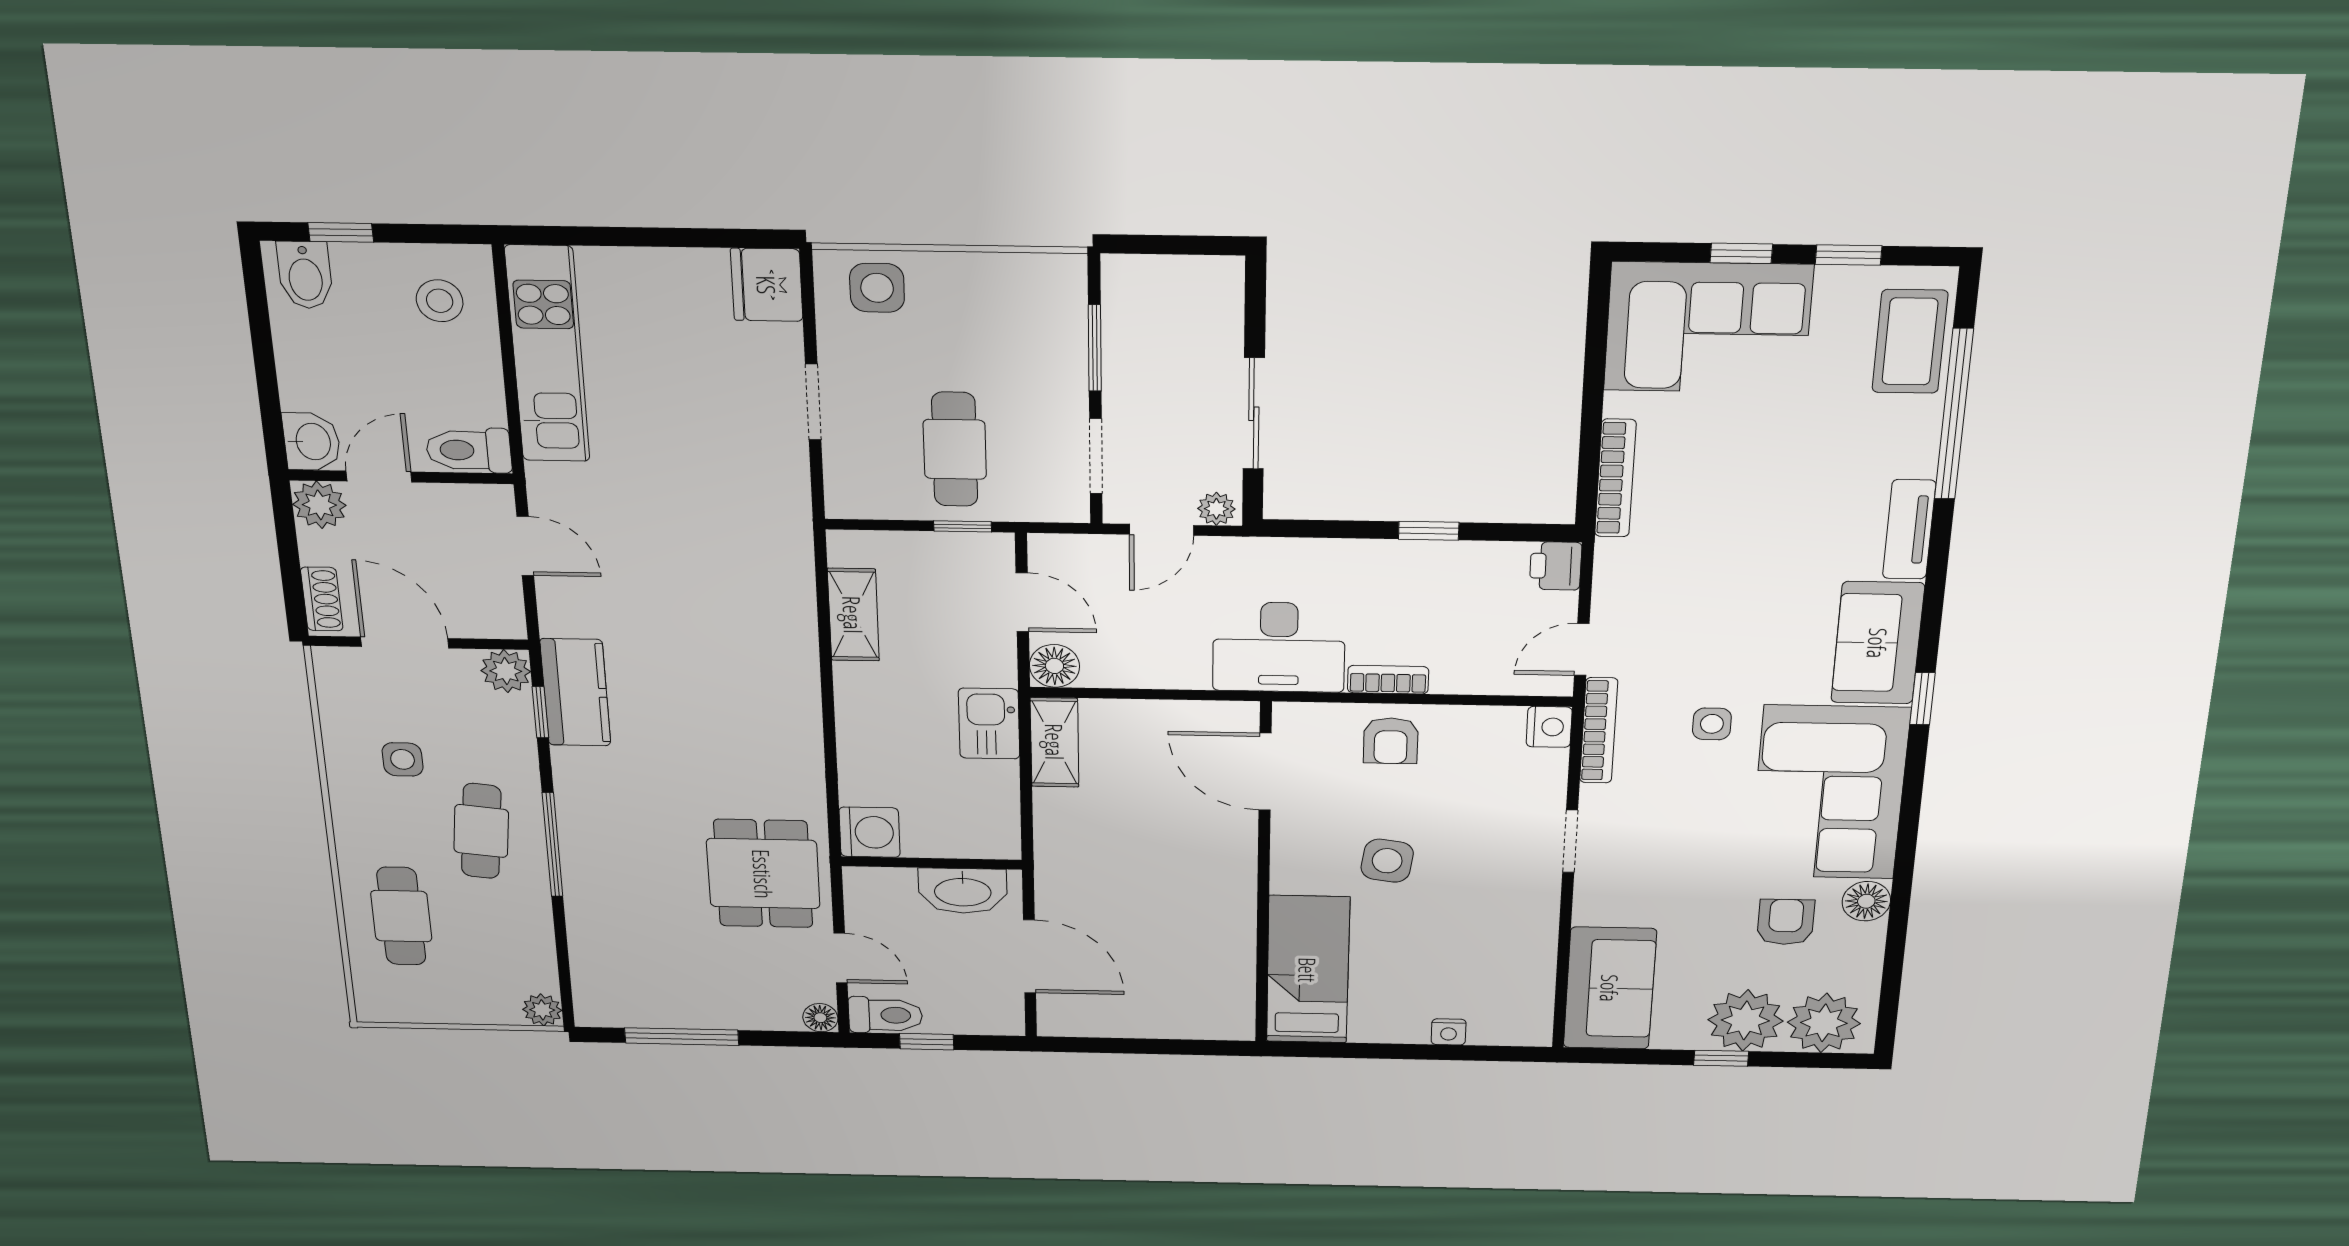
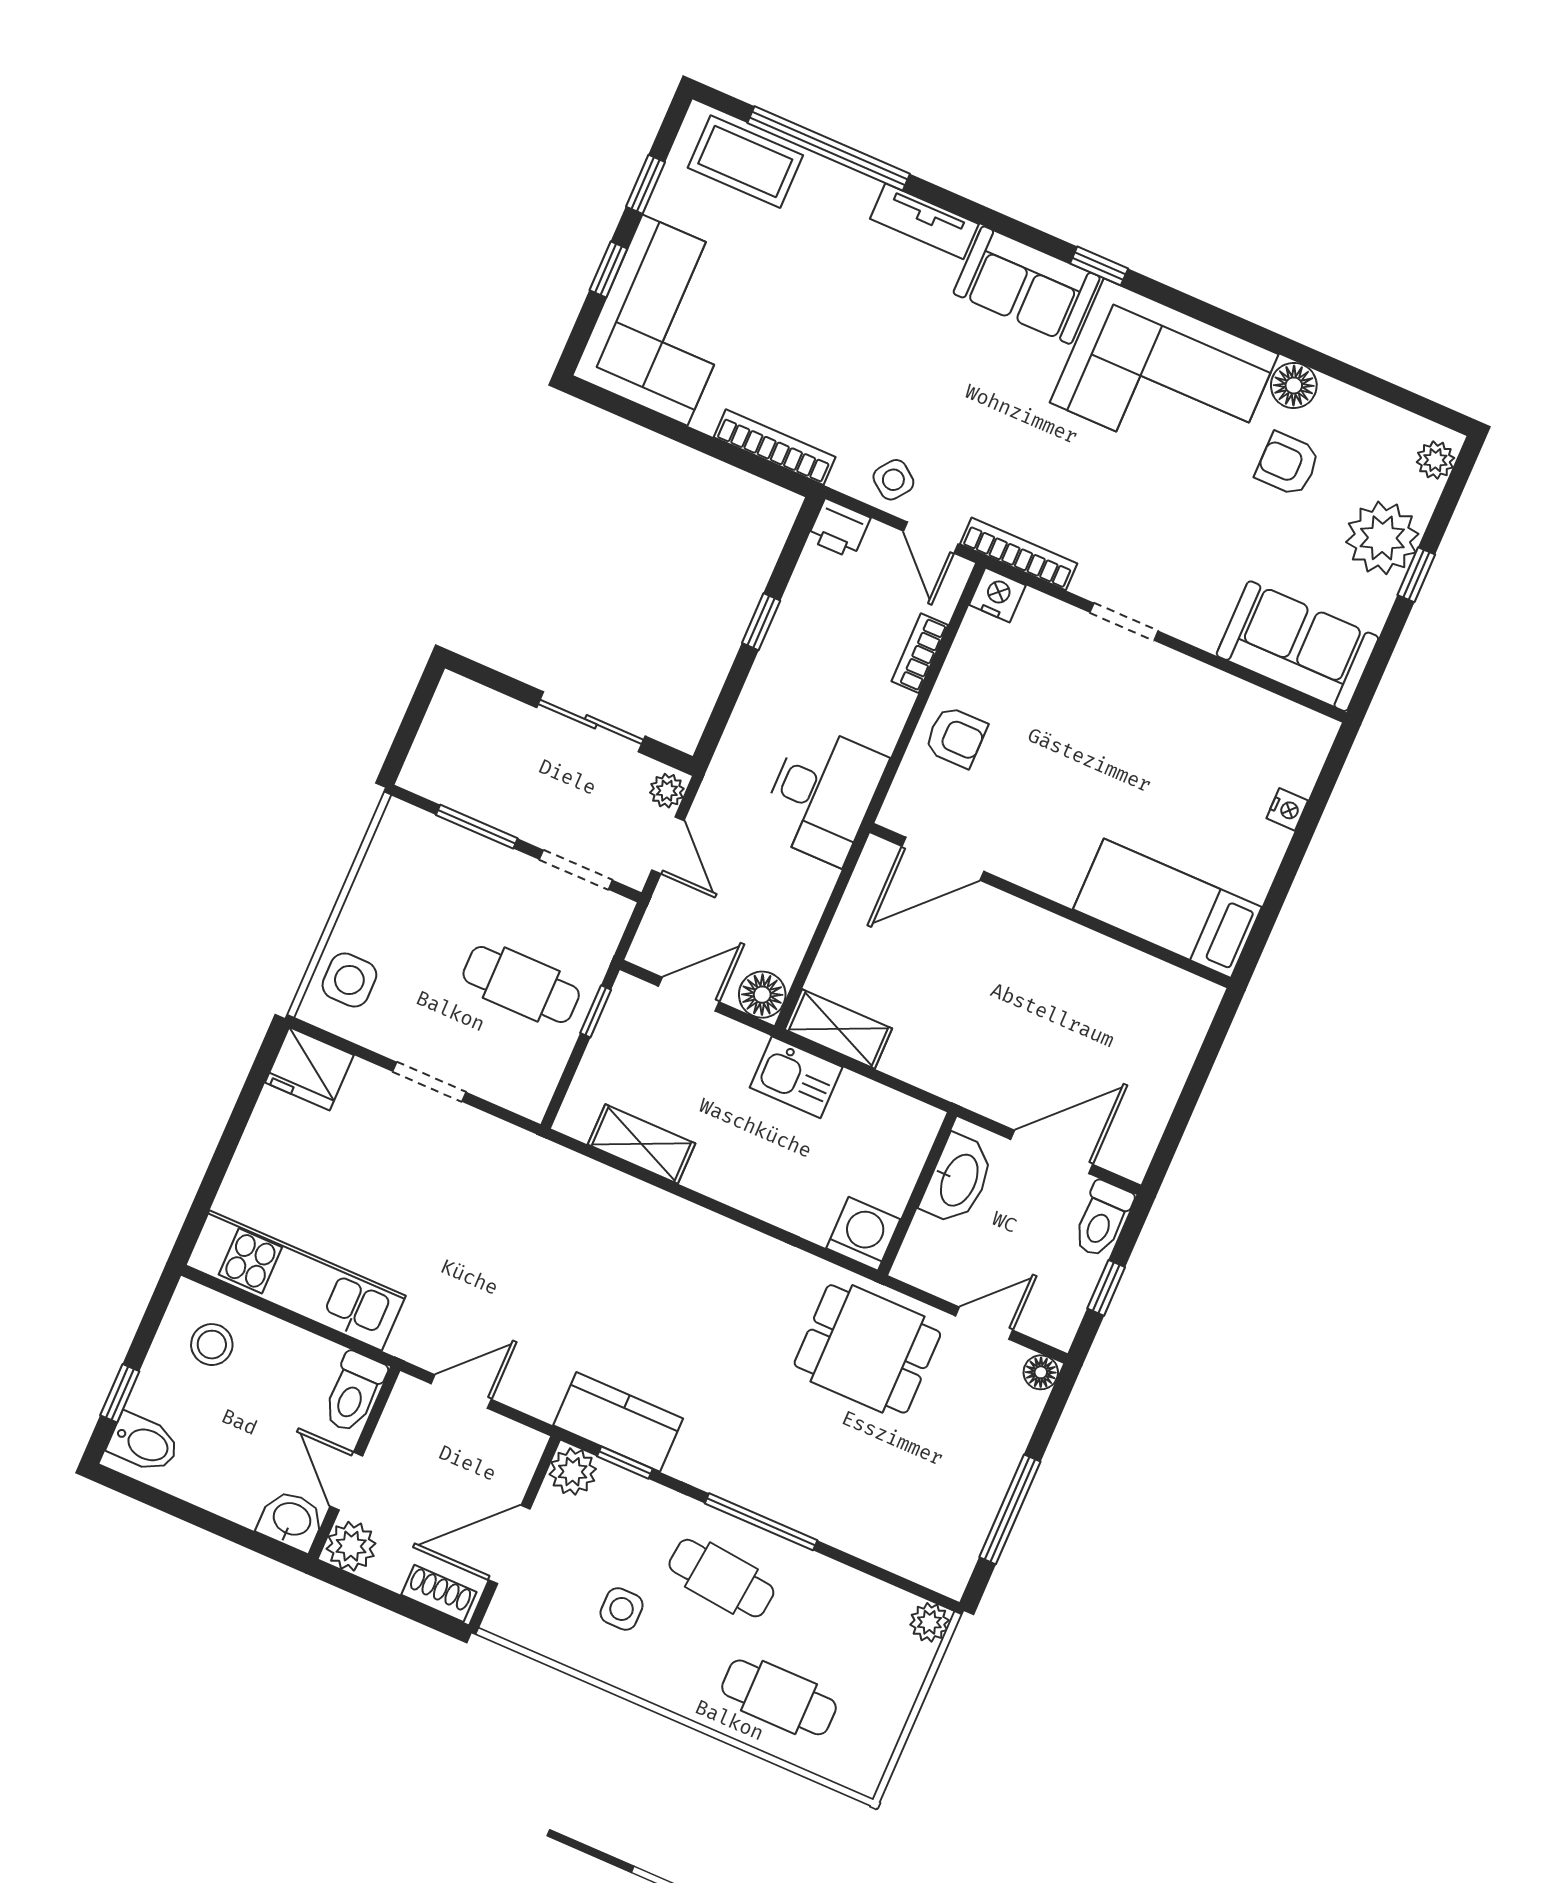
bookcase: (1388, 680) -> (920, 653), moved
side table: (1712, 724) -> (893, 480), moved, turned 37
side table: (1387, 861) -> (1079, 790), removed
toilet: (886, 1015) -> (1102, 1219), moved, turned 180
plant: (1824, 1023) -> (1435, 460), width x0.53, depth x0.53

